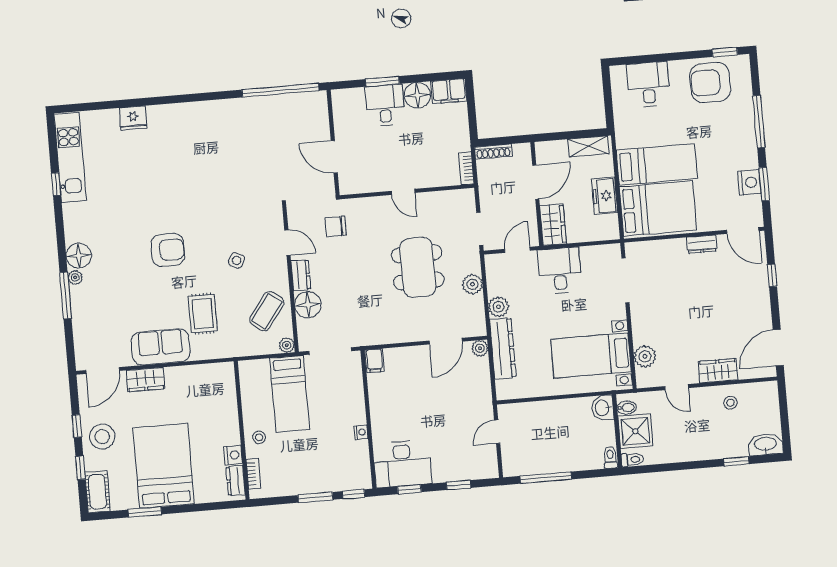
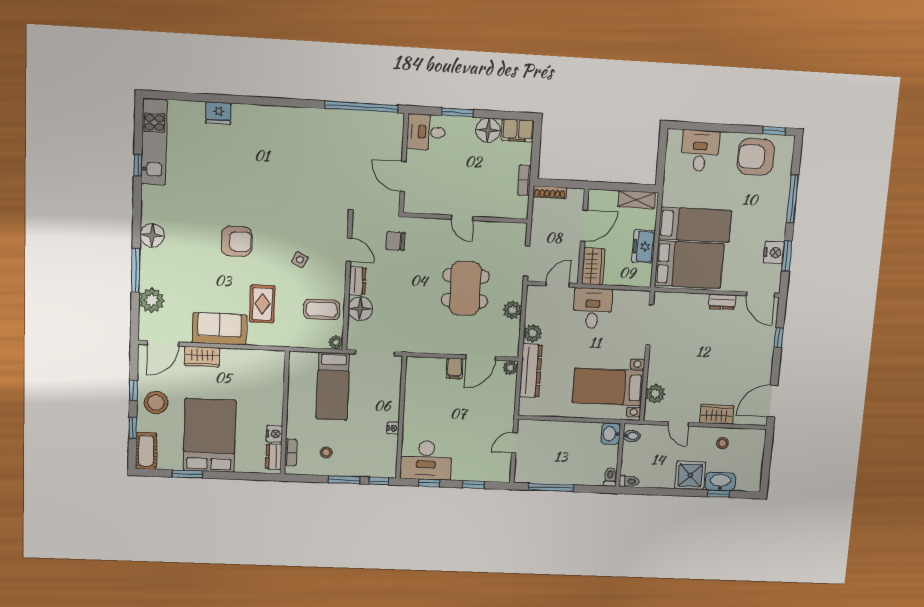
desk: (385, 105) -> (426, 132), moved, turned -90
bookcase: (466, 168) -> (524, 180), moved
plant: (75, 277) -> (152, 300), moved, width x1.87, depth x1.87
coffee table: (267, 311) -> (322, 310), turned 53
filing cabinet: (375, 361) -> (455, 368), moved
shower: (635, 431) -> (690, 475), moved
stool: (259, 437) -> (326, 452), moved
washbasin: (765, 444) -> (720, 482), moved

